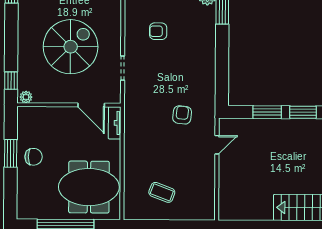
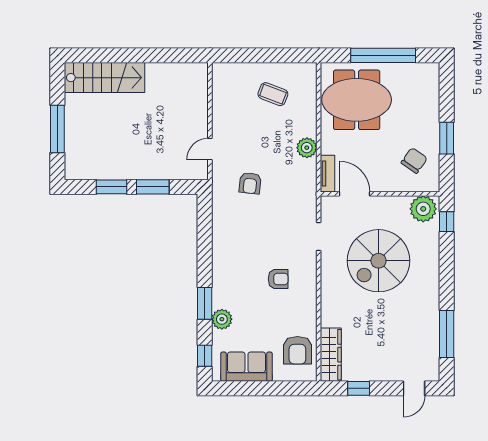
plant: (26, 97) -> (423, 209), width x1.88, depth x1.88
plant: (133, 146) -> (307, 148), added
chair: (34, 157) -> (414, 160), moved, turned 125

